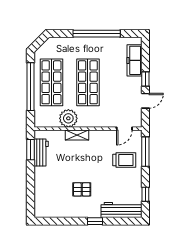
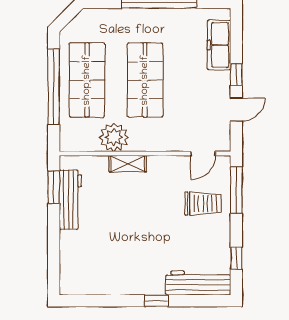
workbench: (41, 152) -> (70, 200), width x1.38
pallet: (82, 189) -> (135, 250), removed

